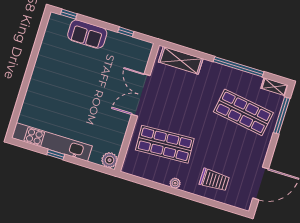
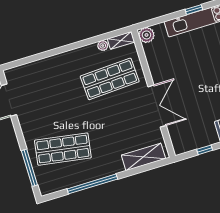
shelving: (275, 87) -> (121, 40), moved
trolley: (214, 180) -> (49, 77), removed
plant: (175, 183) -> (103, 46), moved

